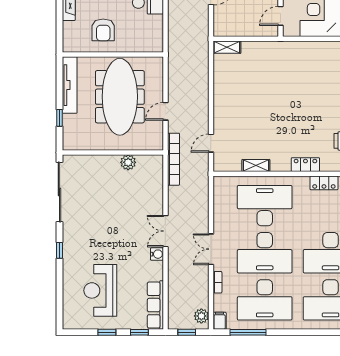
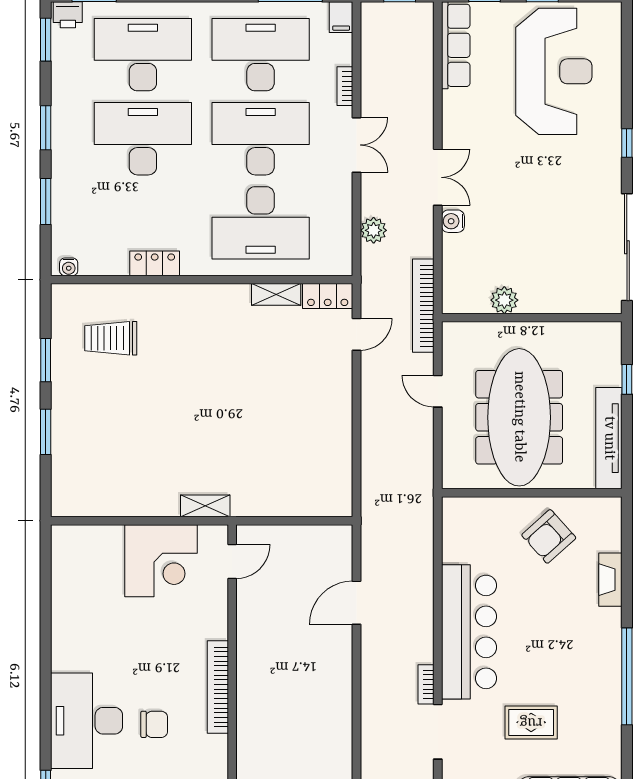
armchair: (103, 30) -> (549, 536), turned -132
shelving: (227, 47) -> (205, 506), moved
door: (165, 111) -> (438, 391), swing flipped
locker: (305, 165) -> (328, 296), moved
water cooler: (157, 254) -> (453, 221), moved
reception desk: (100, 290) -> (554, 71), width x1.36, depth x1.30
plant: (201, 316) -> (374, 230), moved

